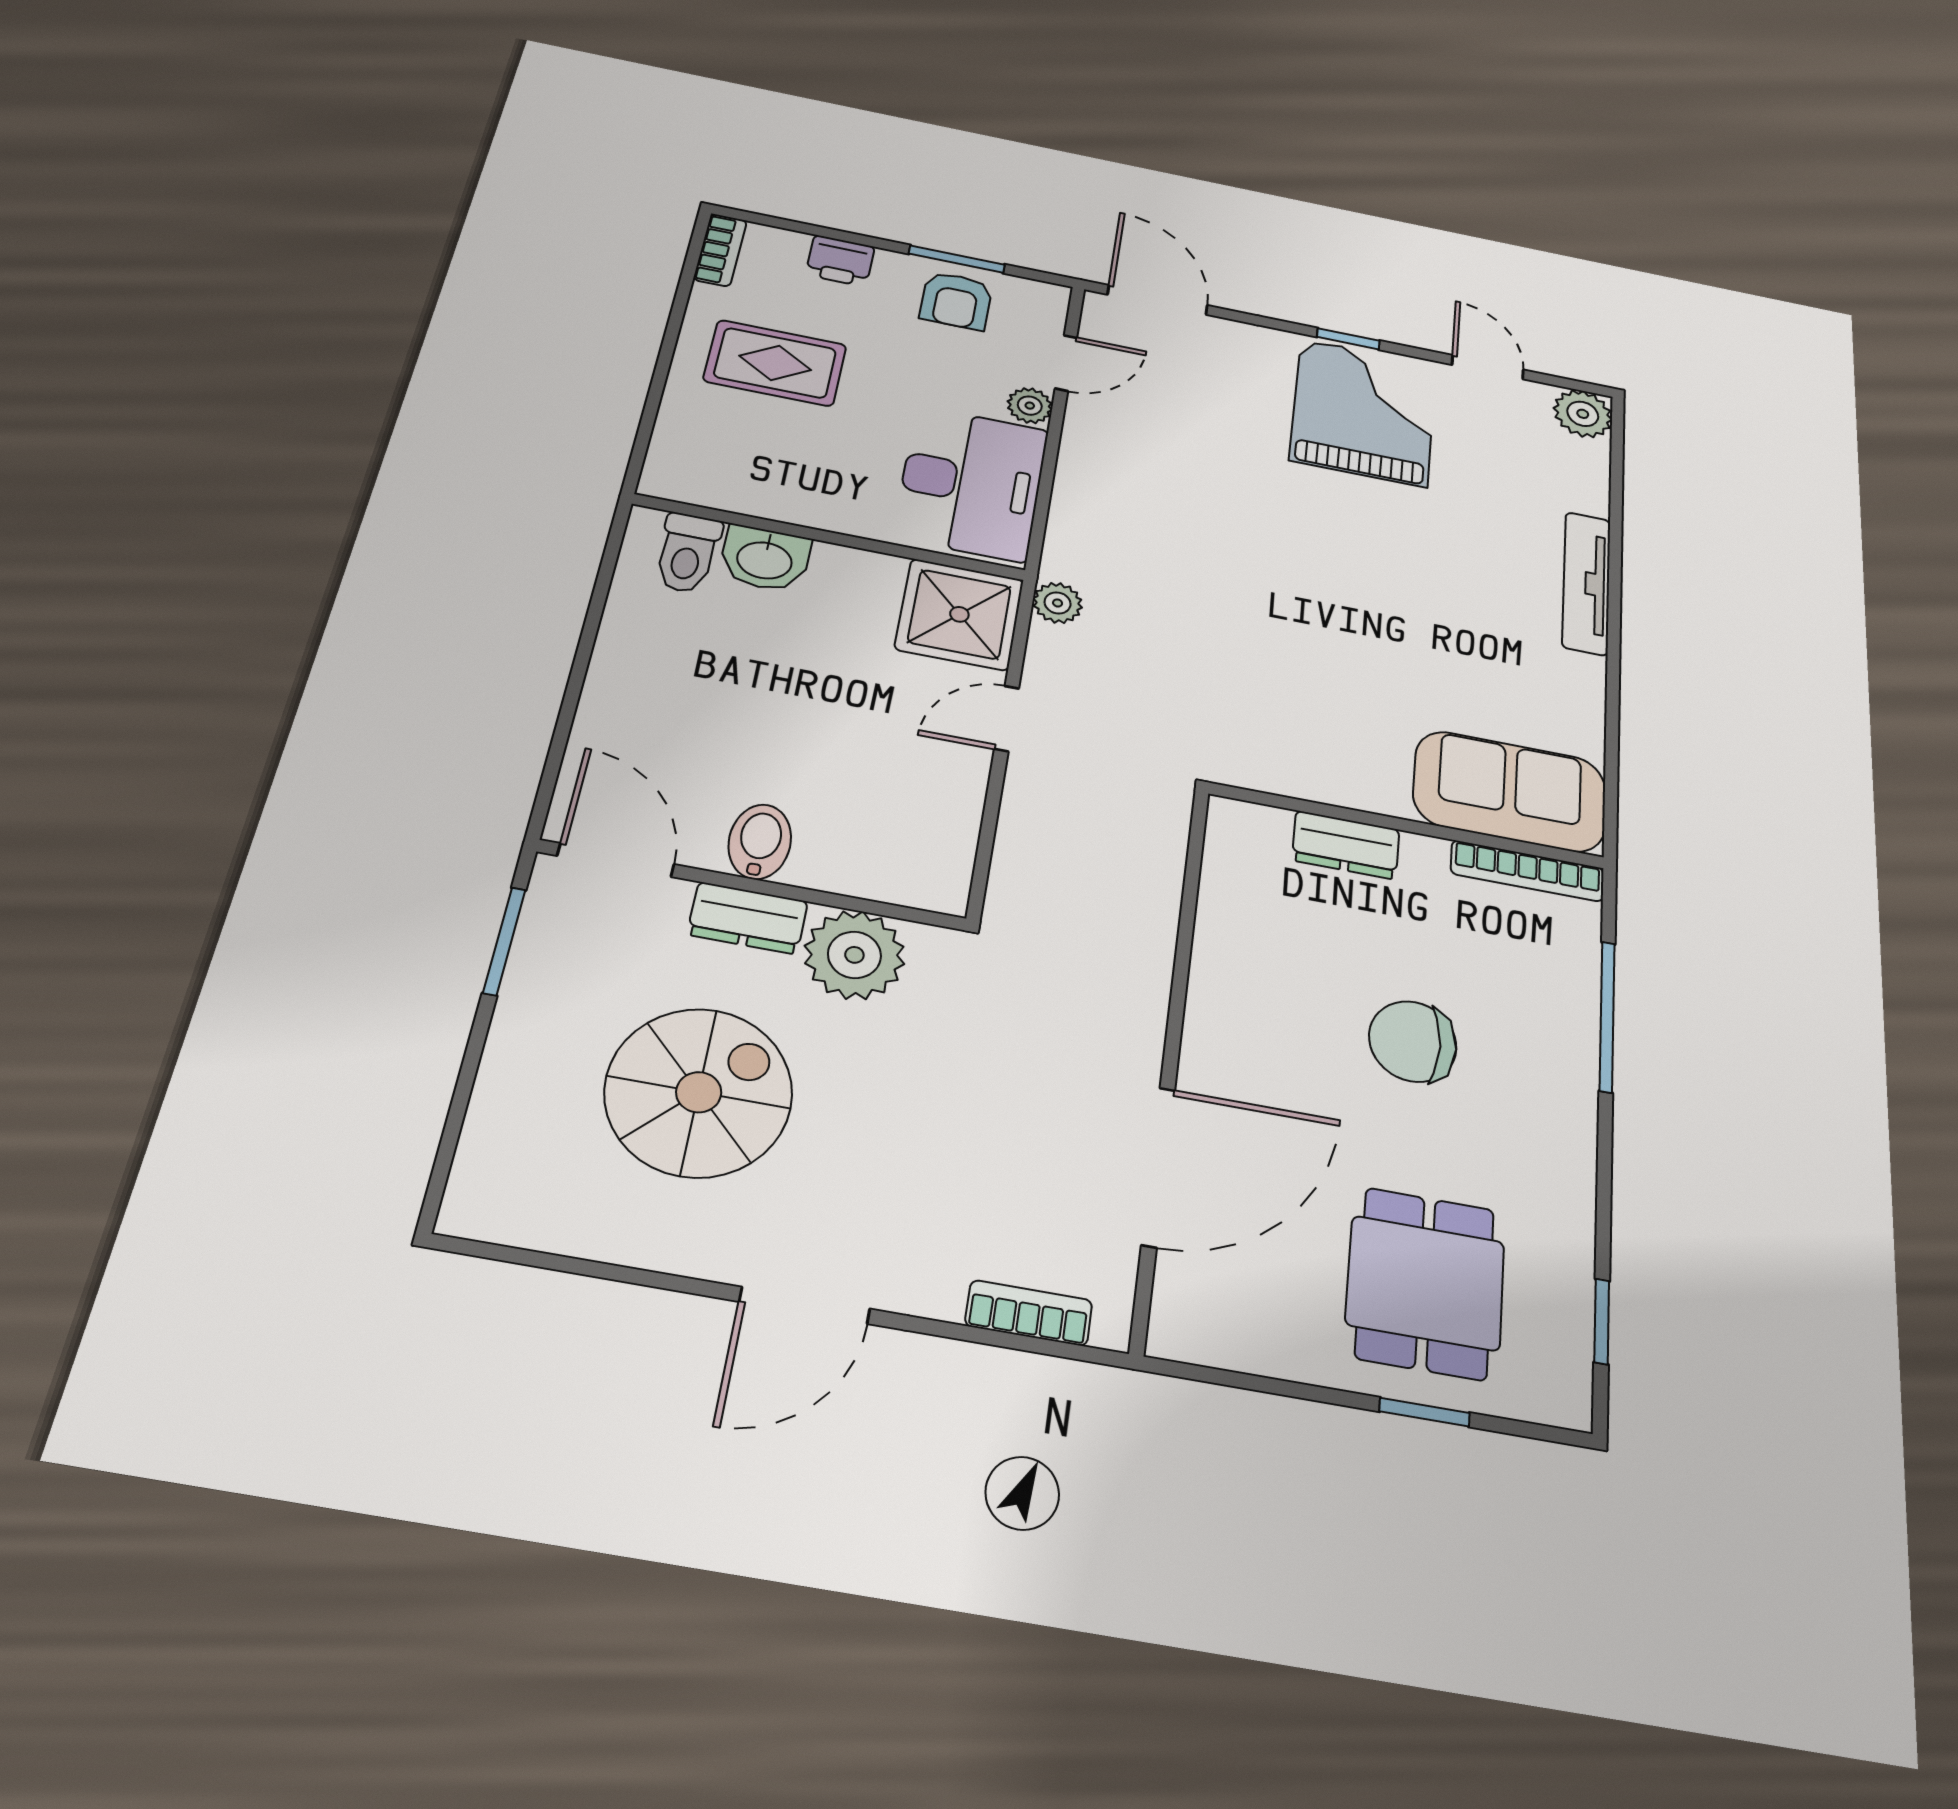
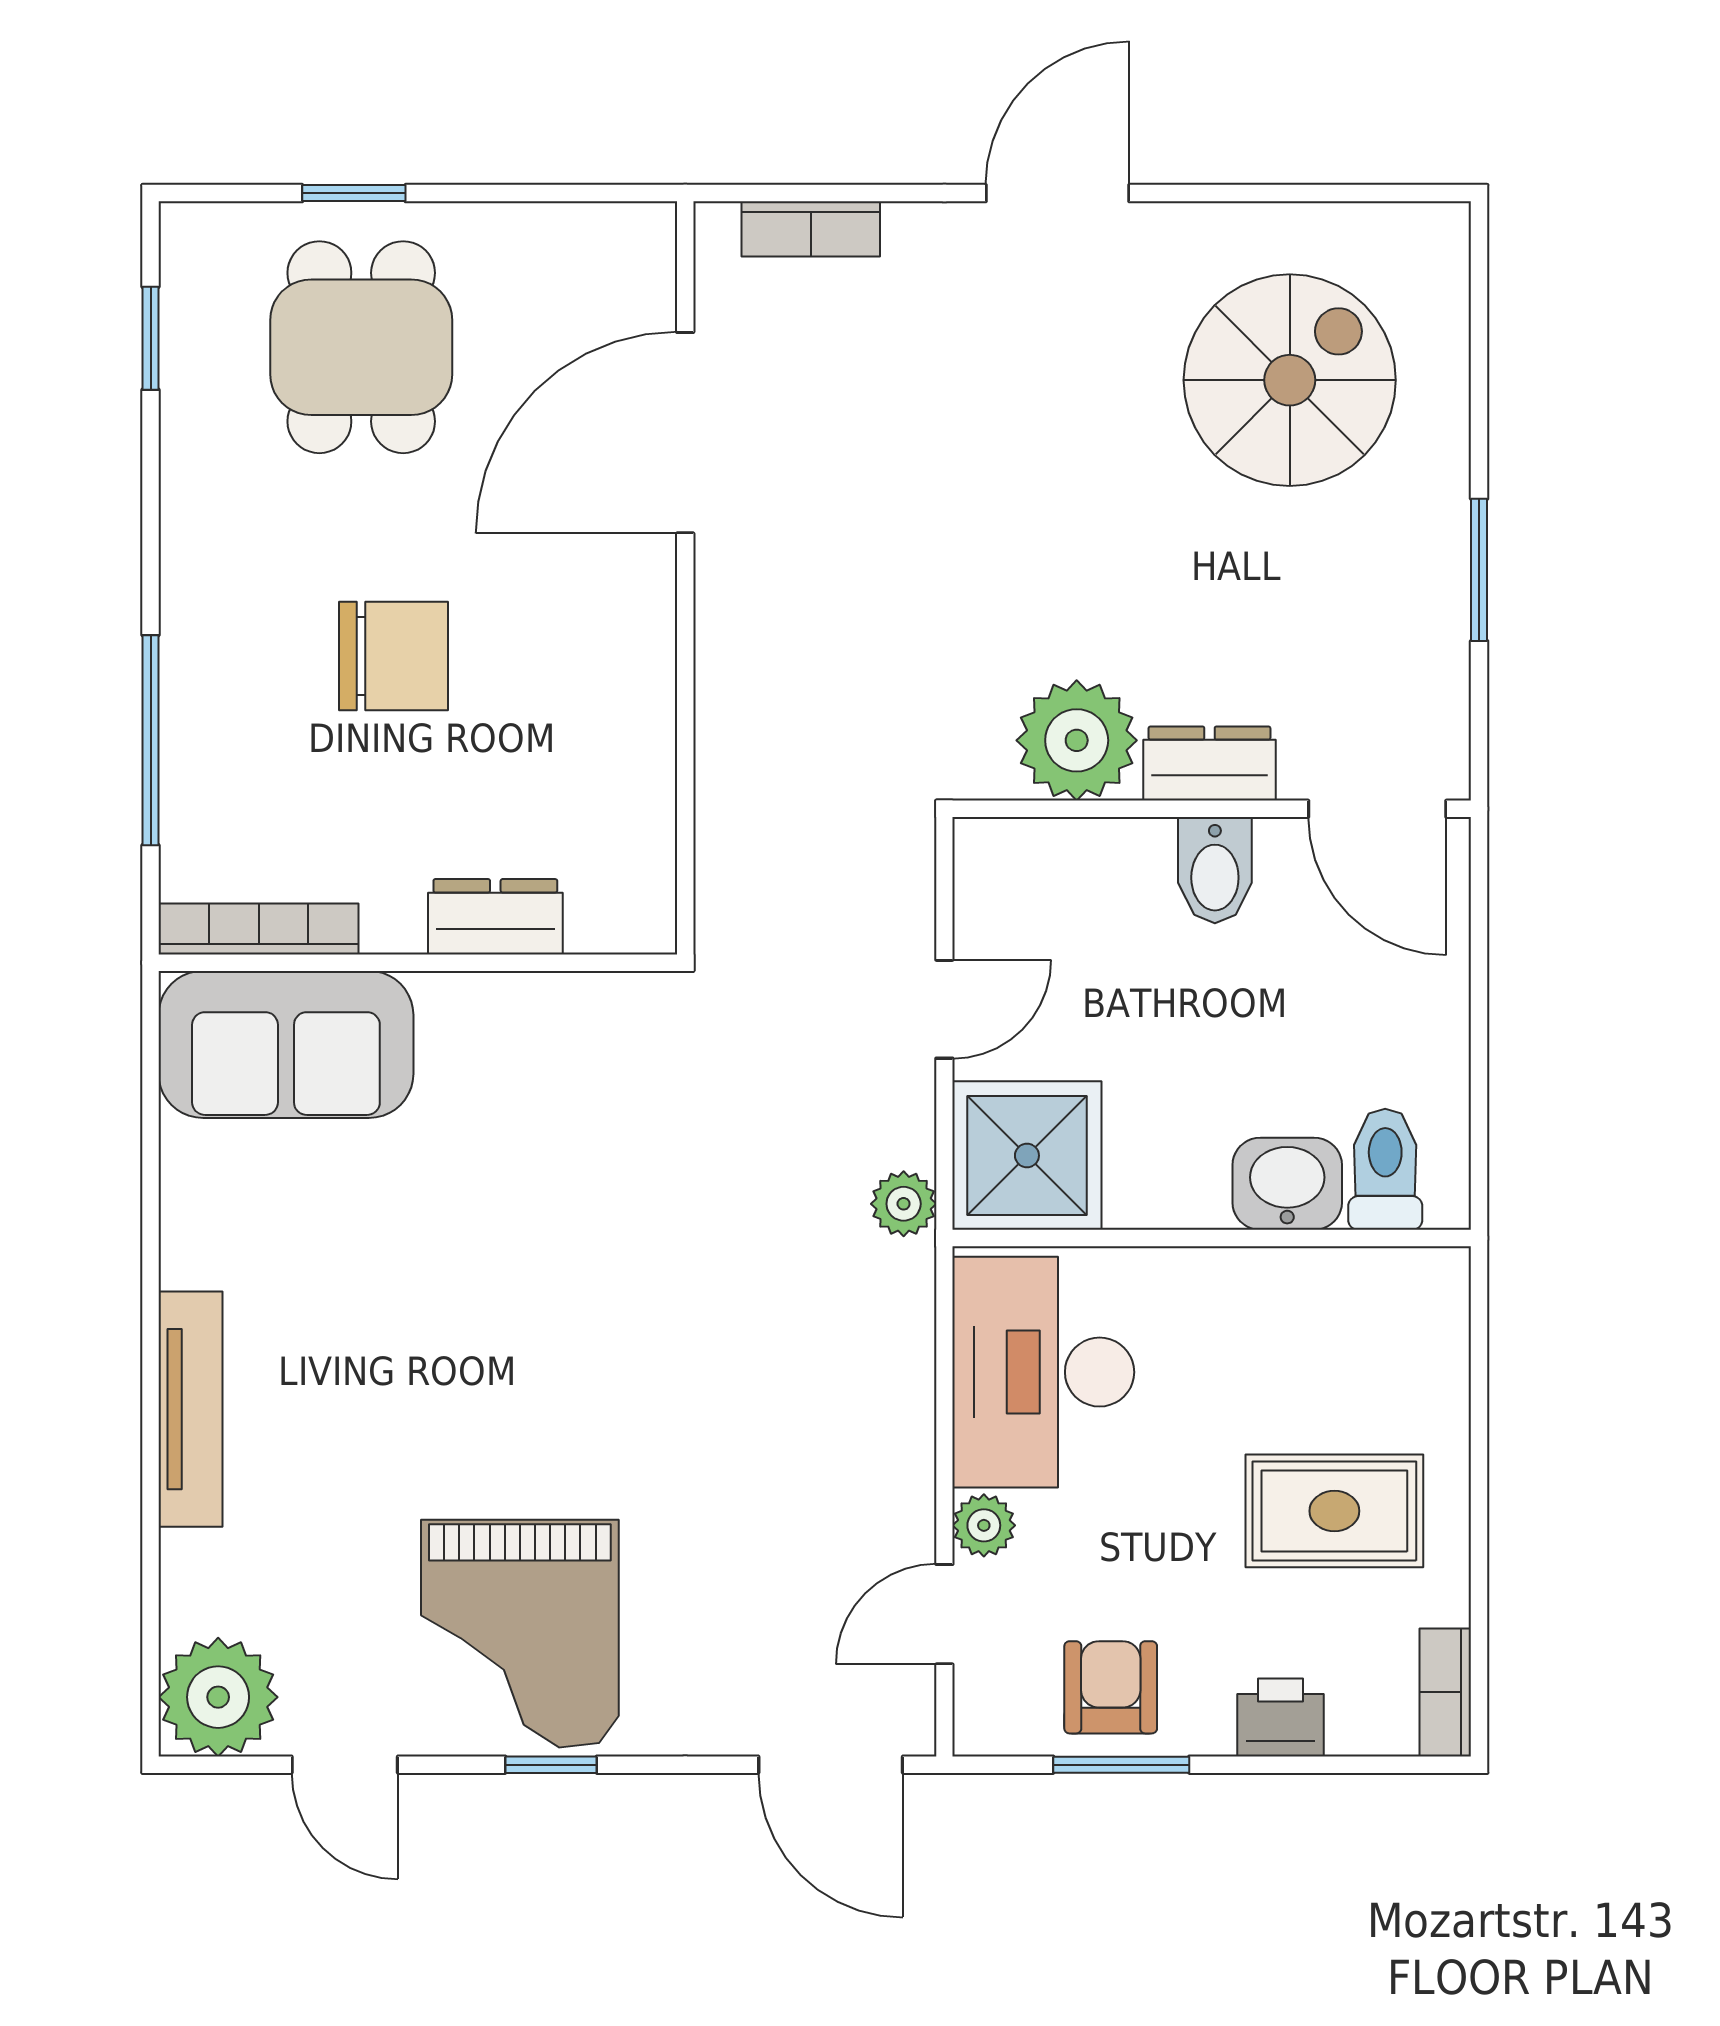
plant: (1583, 414) -> (218, 1697), width x1.36, depth x1.36
bidet: (760, 842) -> (1215, 870), moved
door: (616, 860) -> (1377, 809), moved
wall: (753, 885) -> (1212, 809), moved
dresser: (748, 918) -> (1209, 763), moved
plant: (854, 955) -> (1077, 740), moved
spiral stairs: (699, 1092) -> (1290, 380), moved, turned 180

